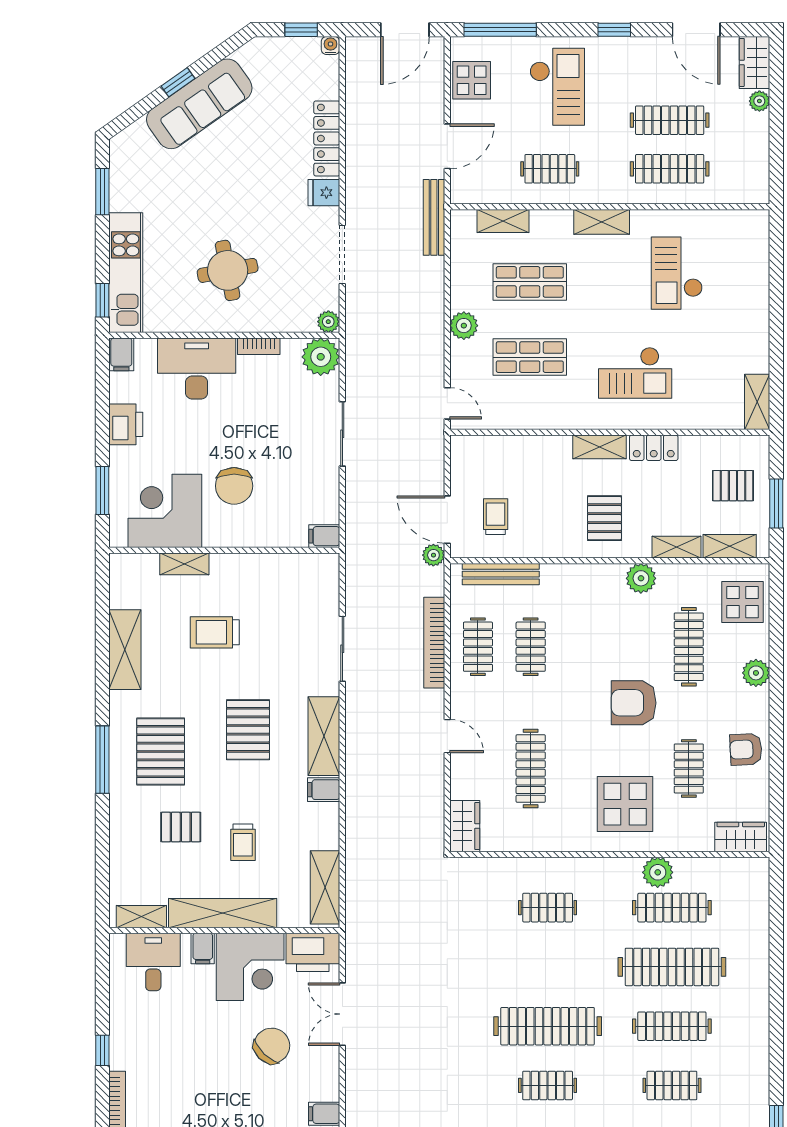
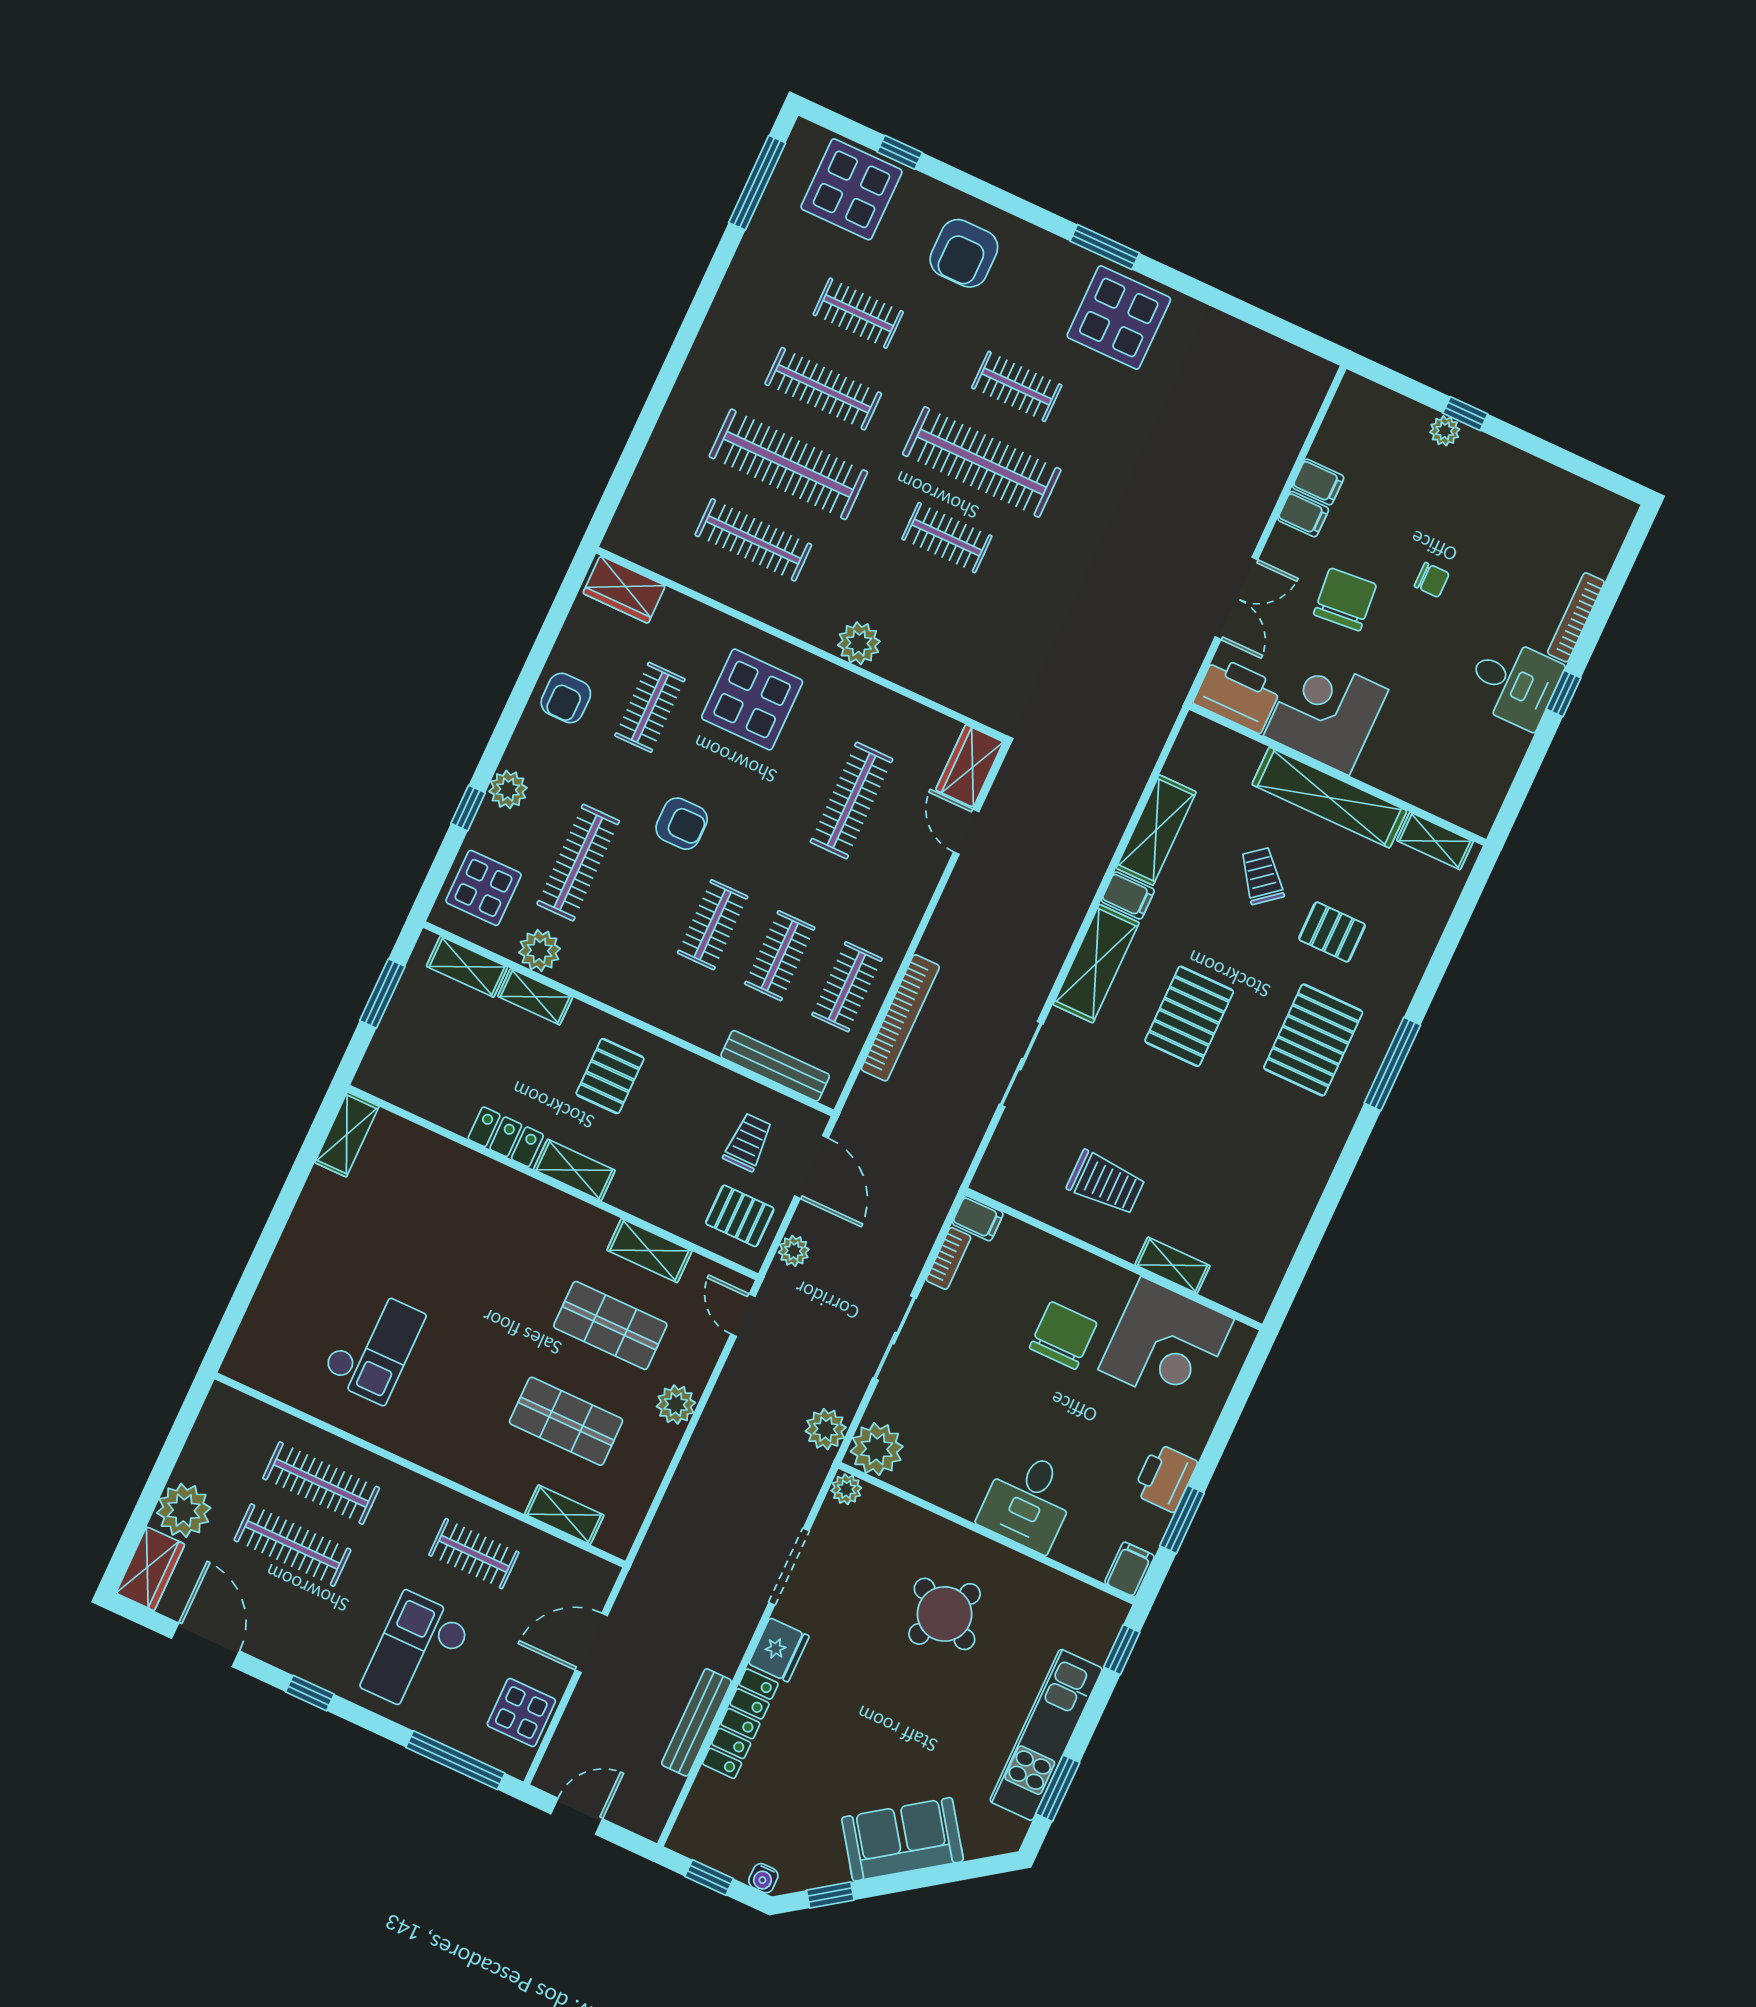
door: (405, 30) -> (577, 1816), width x0.73
water cooler: (330, 45) -> (763, 1878), moved
window: (178, 82) -> (830, 1895), moved
plant: (759, 101) -> (184, 1510), width x1.88, depth x1.88
sofa: (199, 104) -> (903, 1839), width x0.73
fridge: (324, 193) -> (779, 1650), width x1.38
bench: (434, 217) -> (696, 1722), moved
shelving: (602, 222) -> (649, 1251), moved
round table: (228, 270) -> (945, 1614), turned 38
kitchen unit: (126, 273) -> (1046, 1735), moved
bookcase: (259, 346) -> (949, 1258), moved, turned 90
plant: (360, 354) -> (826, 1429), added
desk: (197, 368) -> (1028, 1501), width x0.73
checkout: (635, 373) -> (485, 1243), removed
pallet: (733, 486) -> (740, 1216), moved
window: (102, 490) -> (1182, 1519), moved
trolley: (496, 517) -> (748, 1142), turned 180
plant: (433, 555) -> (794, 1251), moved
plant: (641, 578) -> (540, 950), moved
trolley: (215, 632) -> (1106, 1183), moved
clothes rail: (583, 647) -> (713, 925), added
window: (776, 649) -> (468, 808), added
shelving: (125, 650) -> (1299, 1191), removed
armchair: (634, 703) -> (682, 824), width x0.72, depth x0.72
door: (447, 736) -> (966, 832), moved
armchair: (746, 749) -> (566, 698), turned 93
trolley: (243, 842) -> (1262, 876), turned -39
plant: (658, 872) -> (859, 643), moved
shelving: (325, 887) -> (1156, 830), moved
clothes rail: (548, 908) -> (947, 538), moved
filing cabinet: (203, 948) -> (1303, 514), moved, turned 90
desk: (153, 962) -> (1514, 683), moved, turned -90
chair: (272, 1046) -> (1345, 599), turned 131
chair: (222, 1084) -> (1432, 580), added

